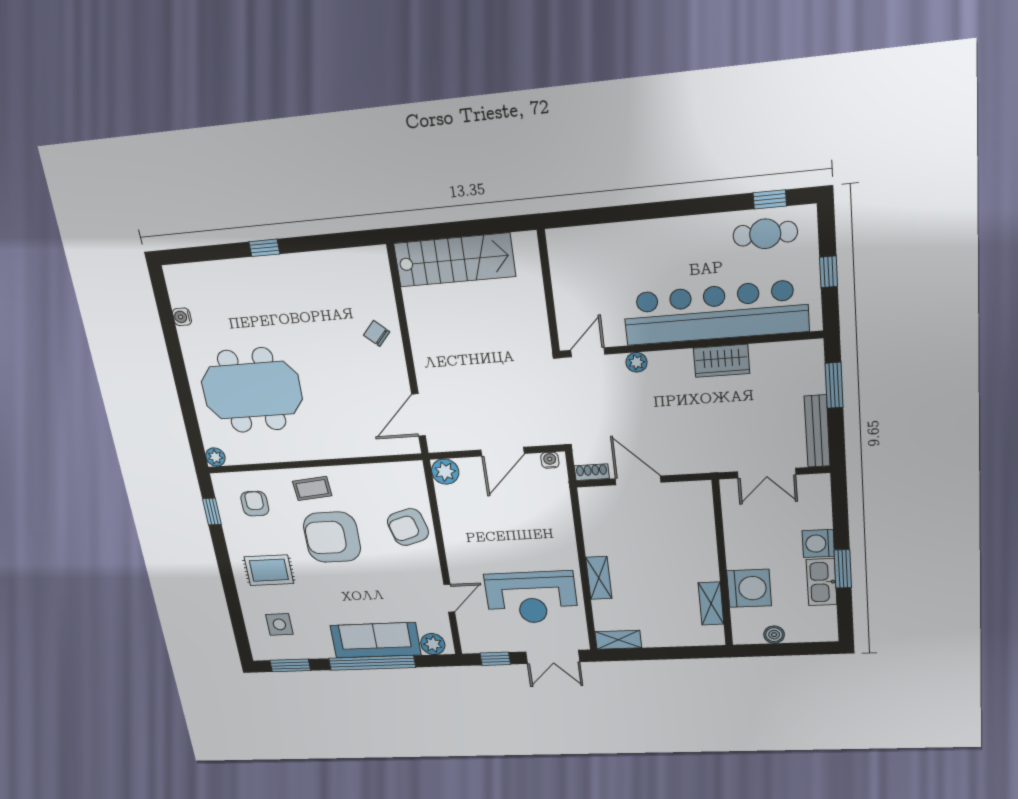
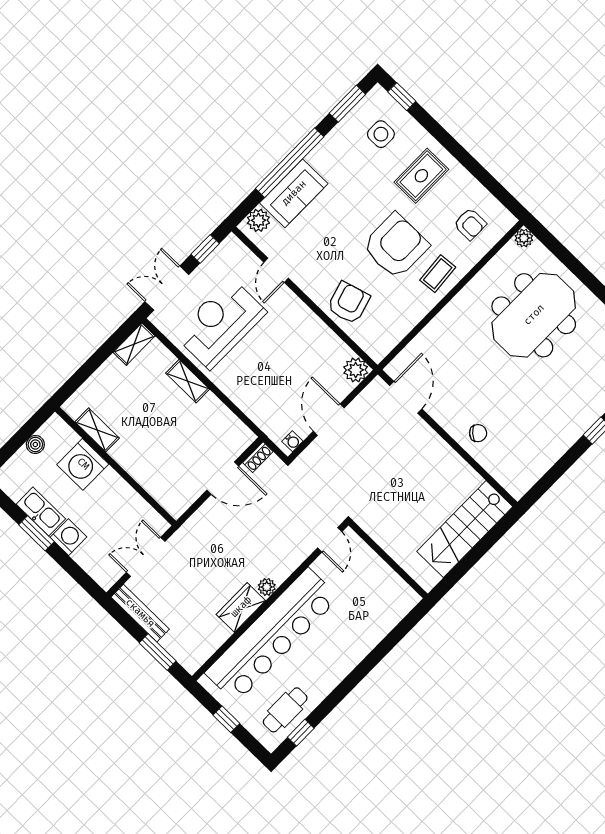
plant: (637, 362) -> (267, 587), moved
window: (212, 512) -> (402, 97), moved
sofa: (376, 640) -> (294, 193), width x0.73

